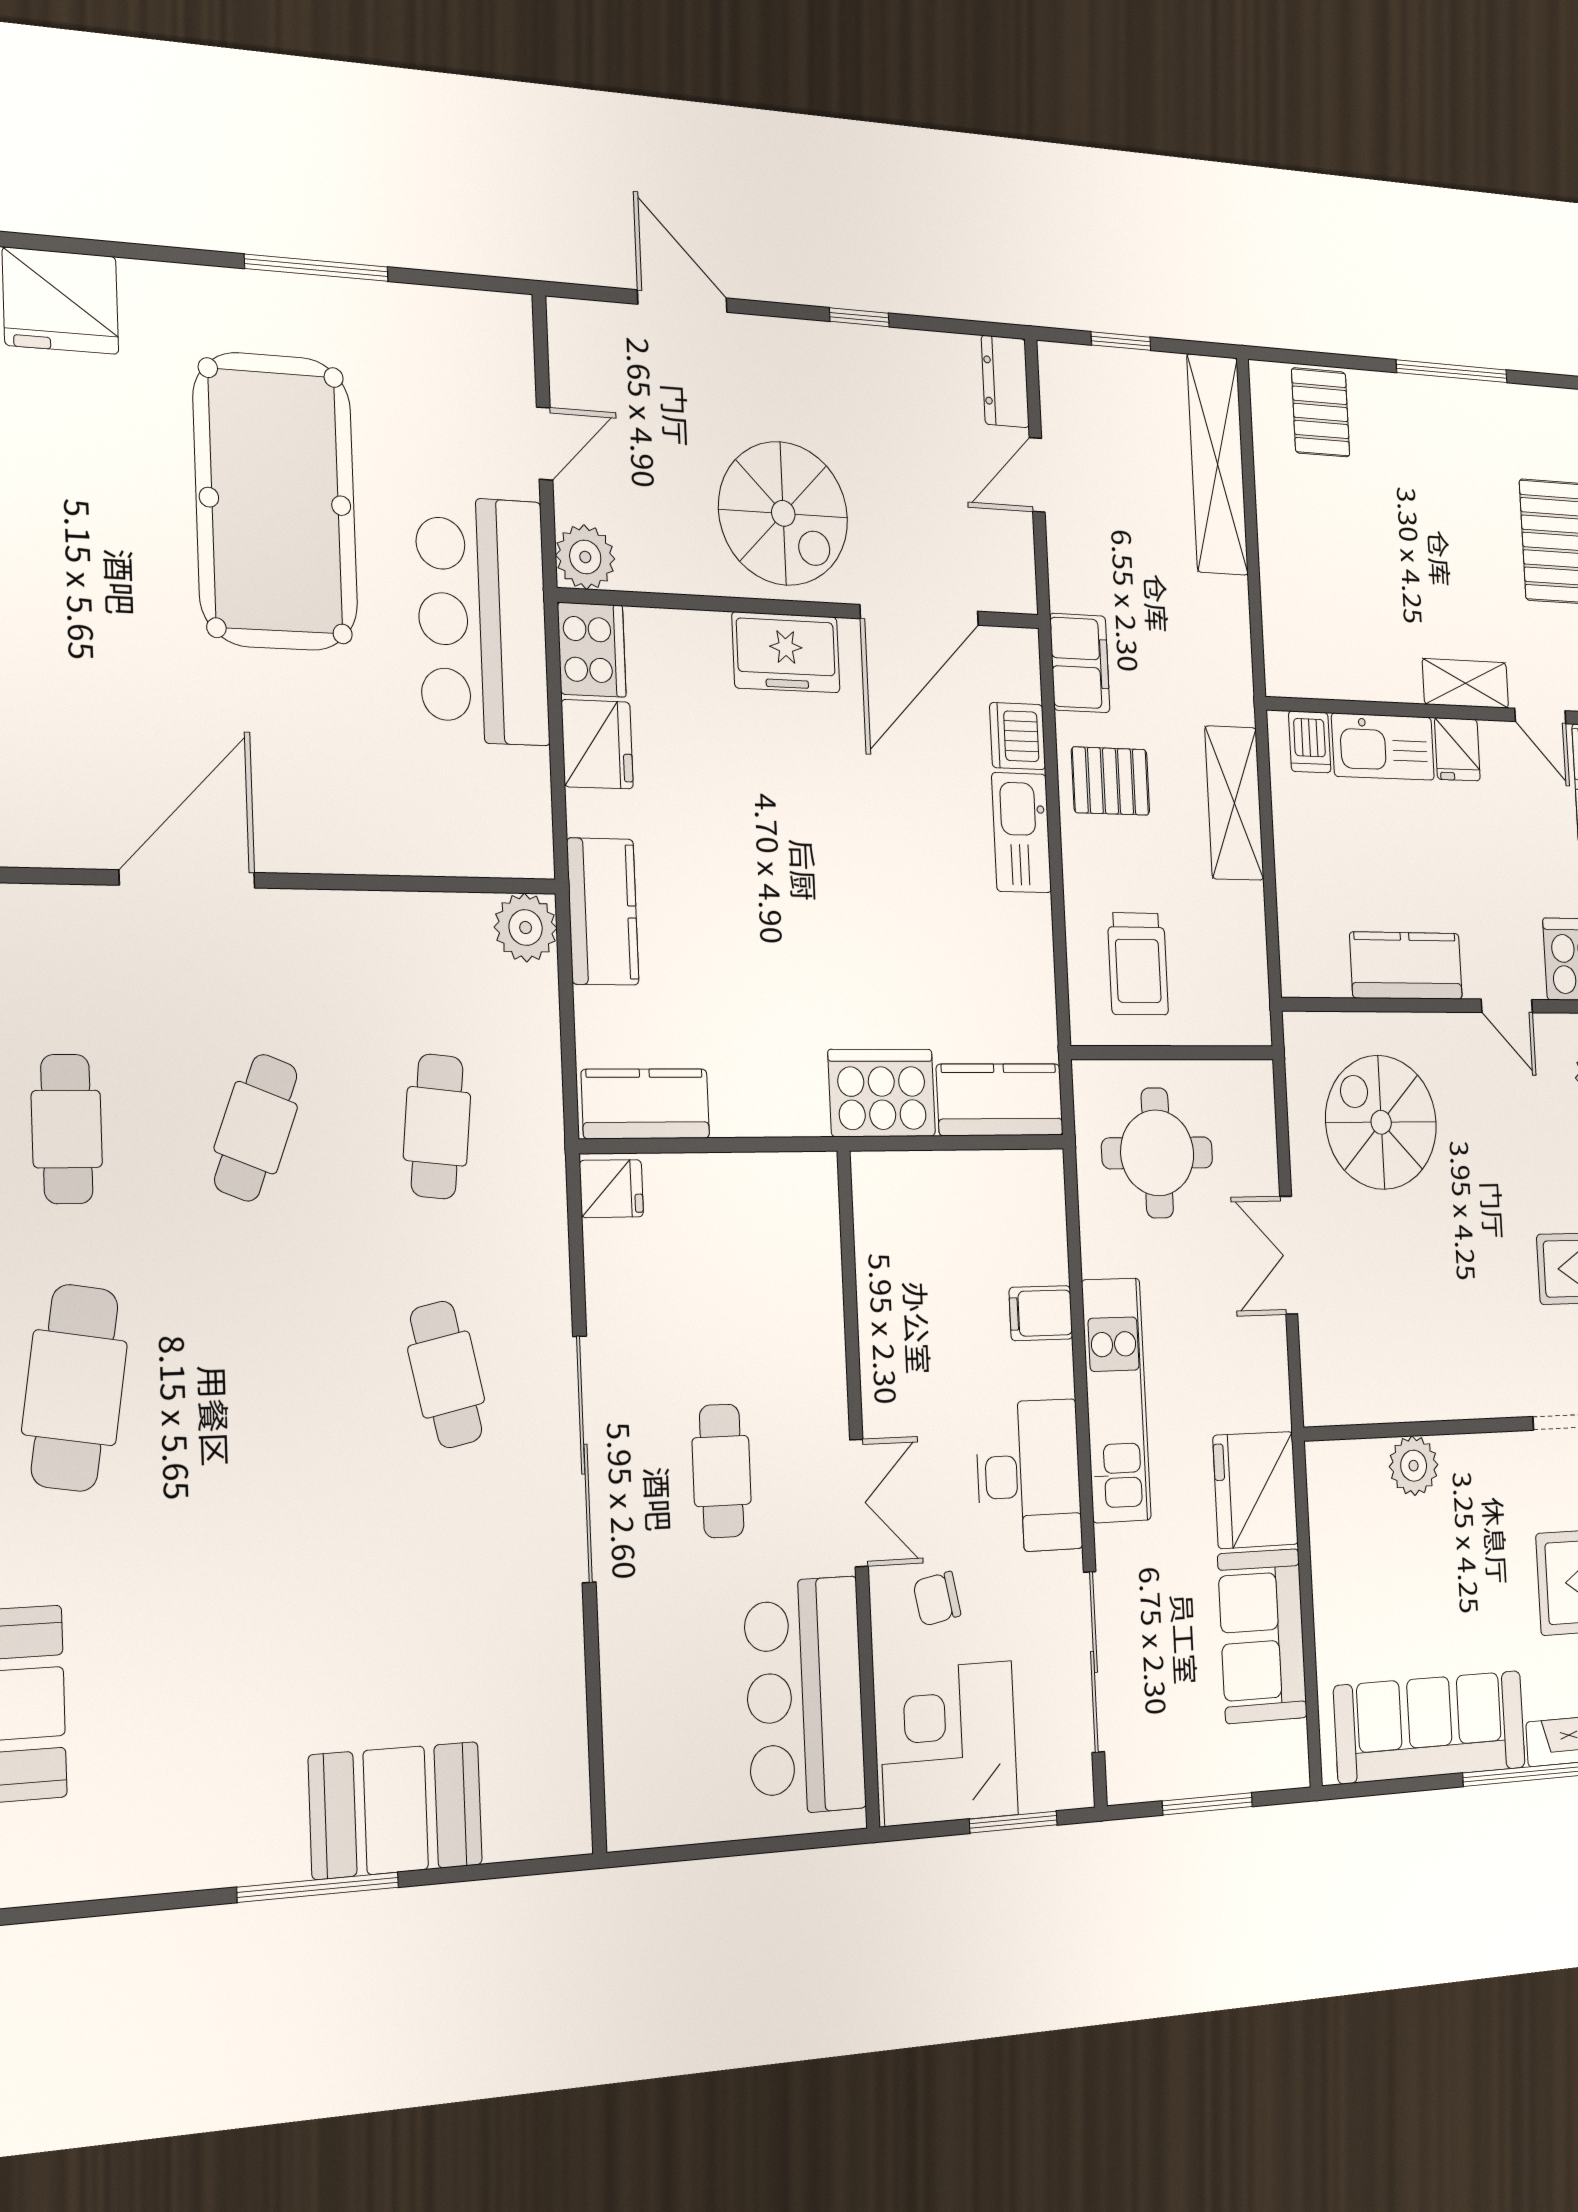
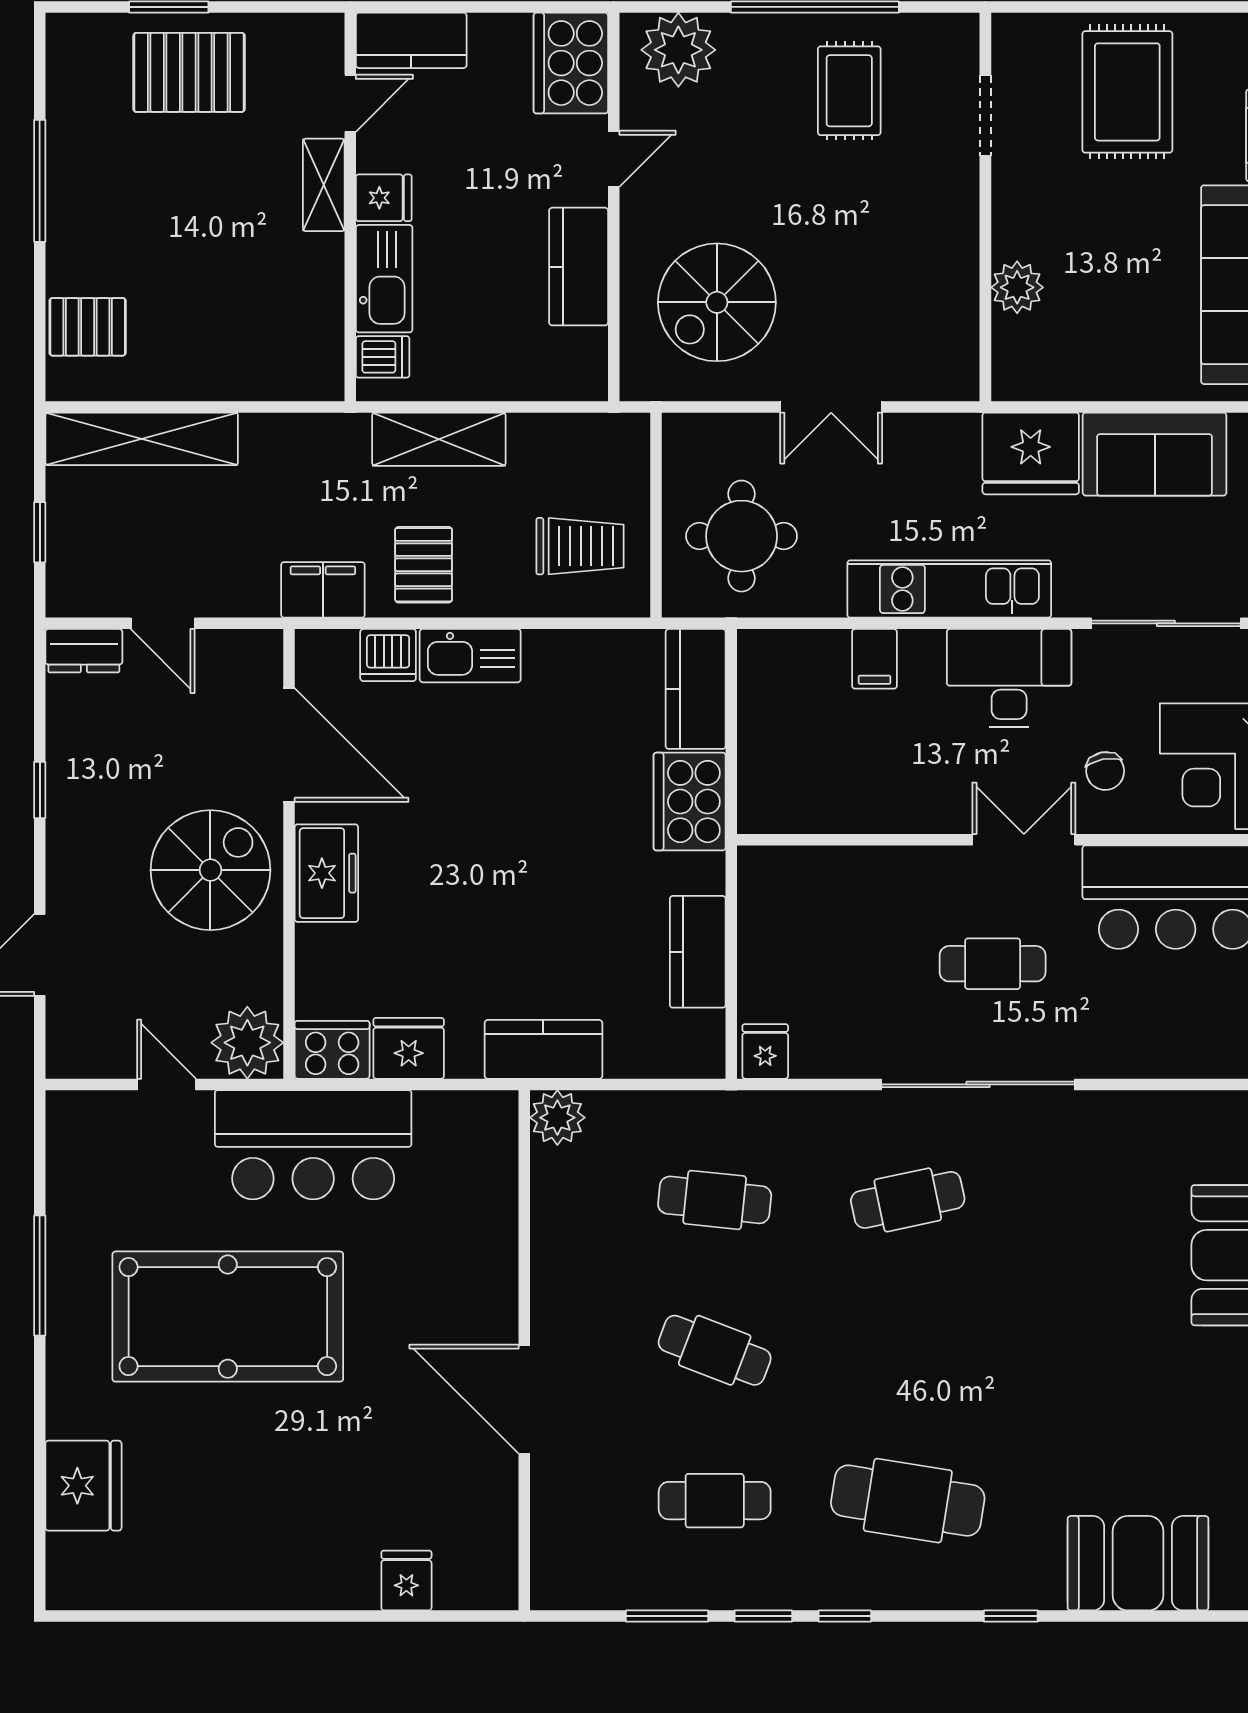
plant: (585, 557) -> (247, 1043), width x1.36, depth x1.36
kitchen counter: (645, 1104) -> (698, 952), moved

